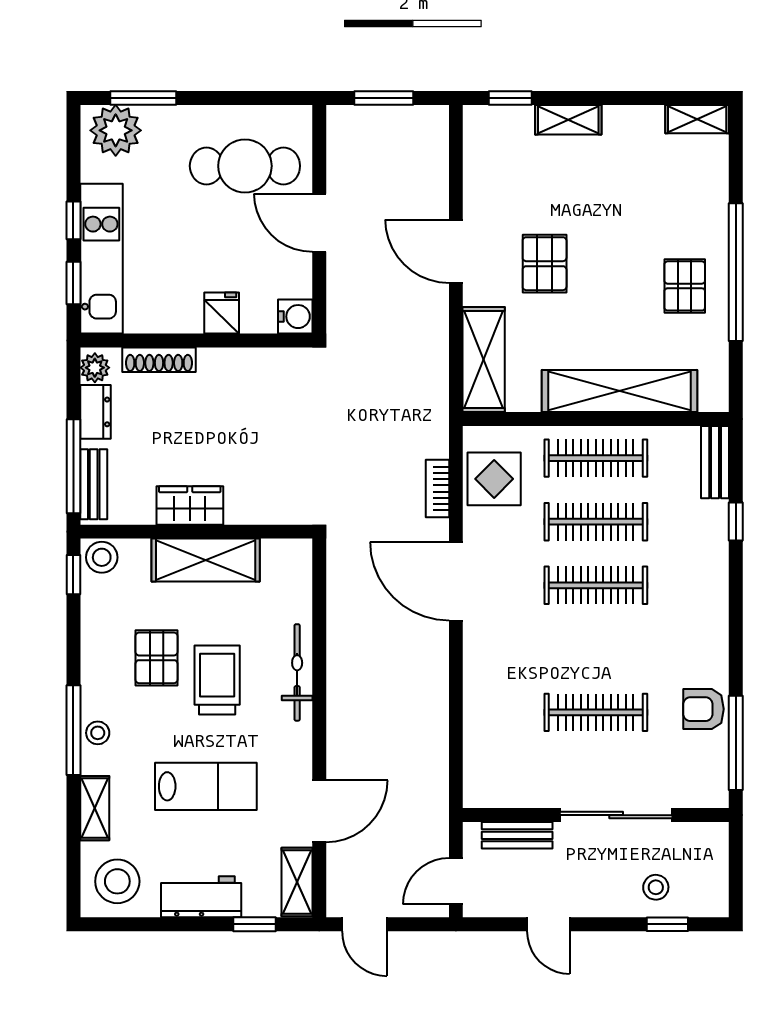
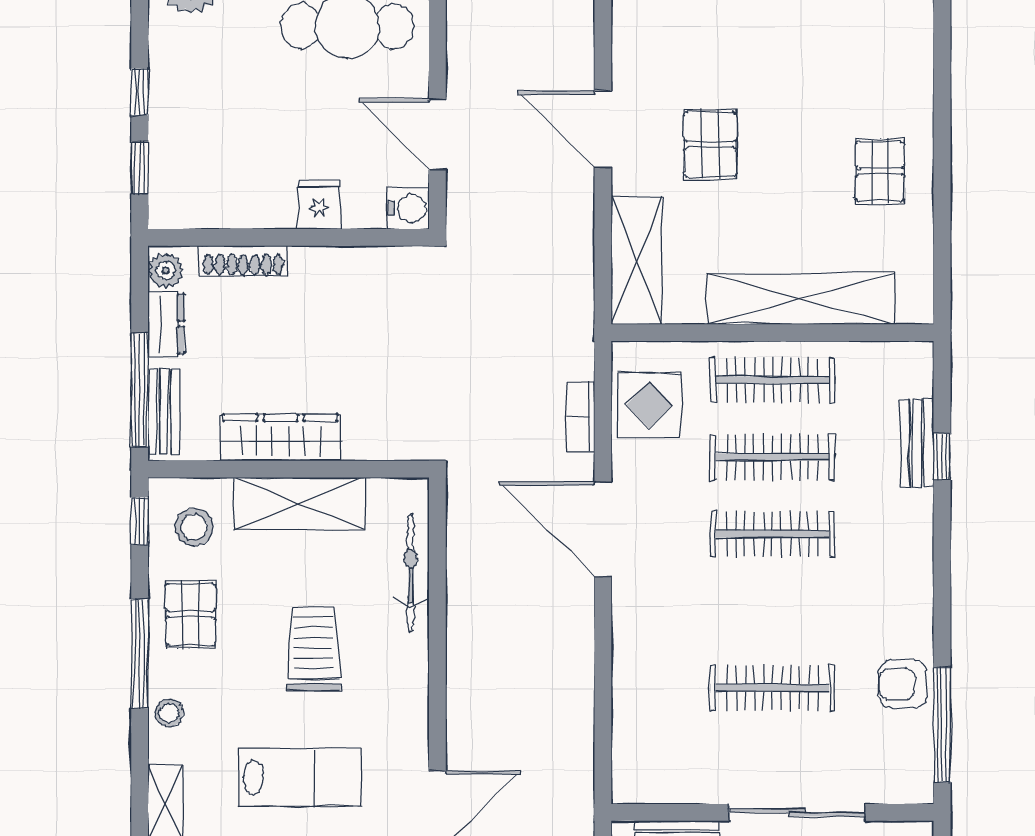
door: (319, 223) -> (437, 134), moved
kitchen unit: (101, 259) -> (173, 138), removed
window: (736, 272) -> (942, 155), removed
bench: (715, 462) -> (917, 443), moved
wardrobe: (190, 506) -> (281, 437), width x1.50
stool: (102, 557) -> (194, 527), moved
pallet: (157, 658) -> (190, 614), moved
bicycle: (297, 672) -> (411, 573), moved
window: (73, 730) -> (140, 654), moved

